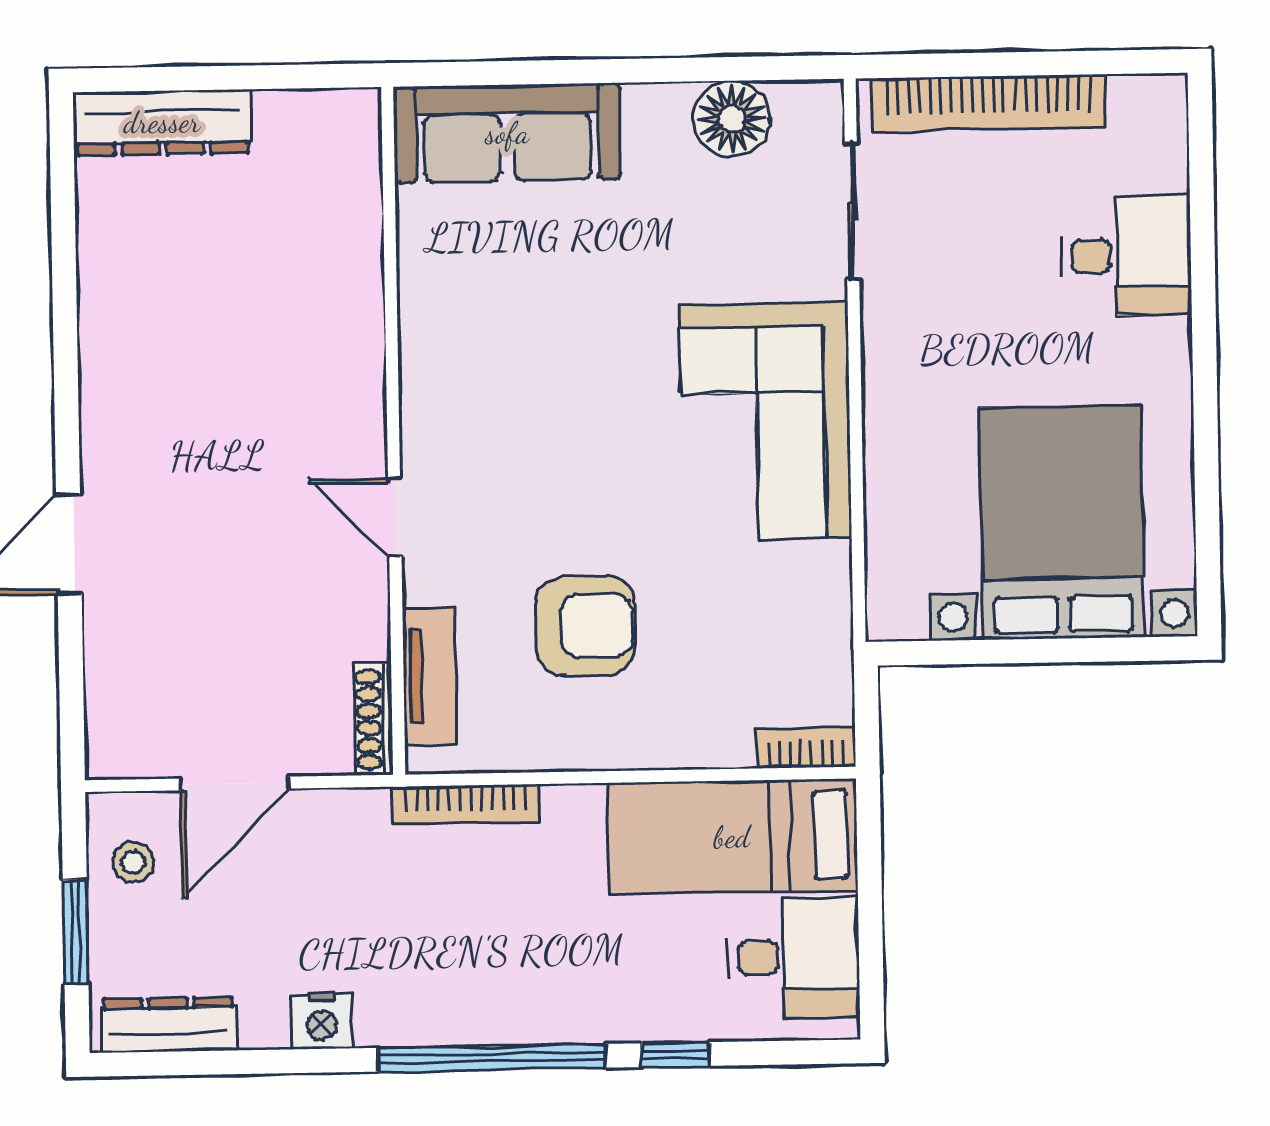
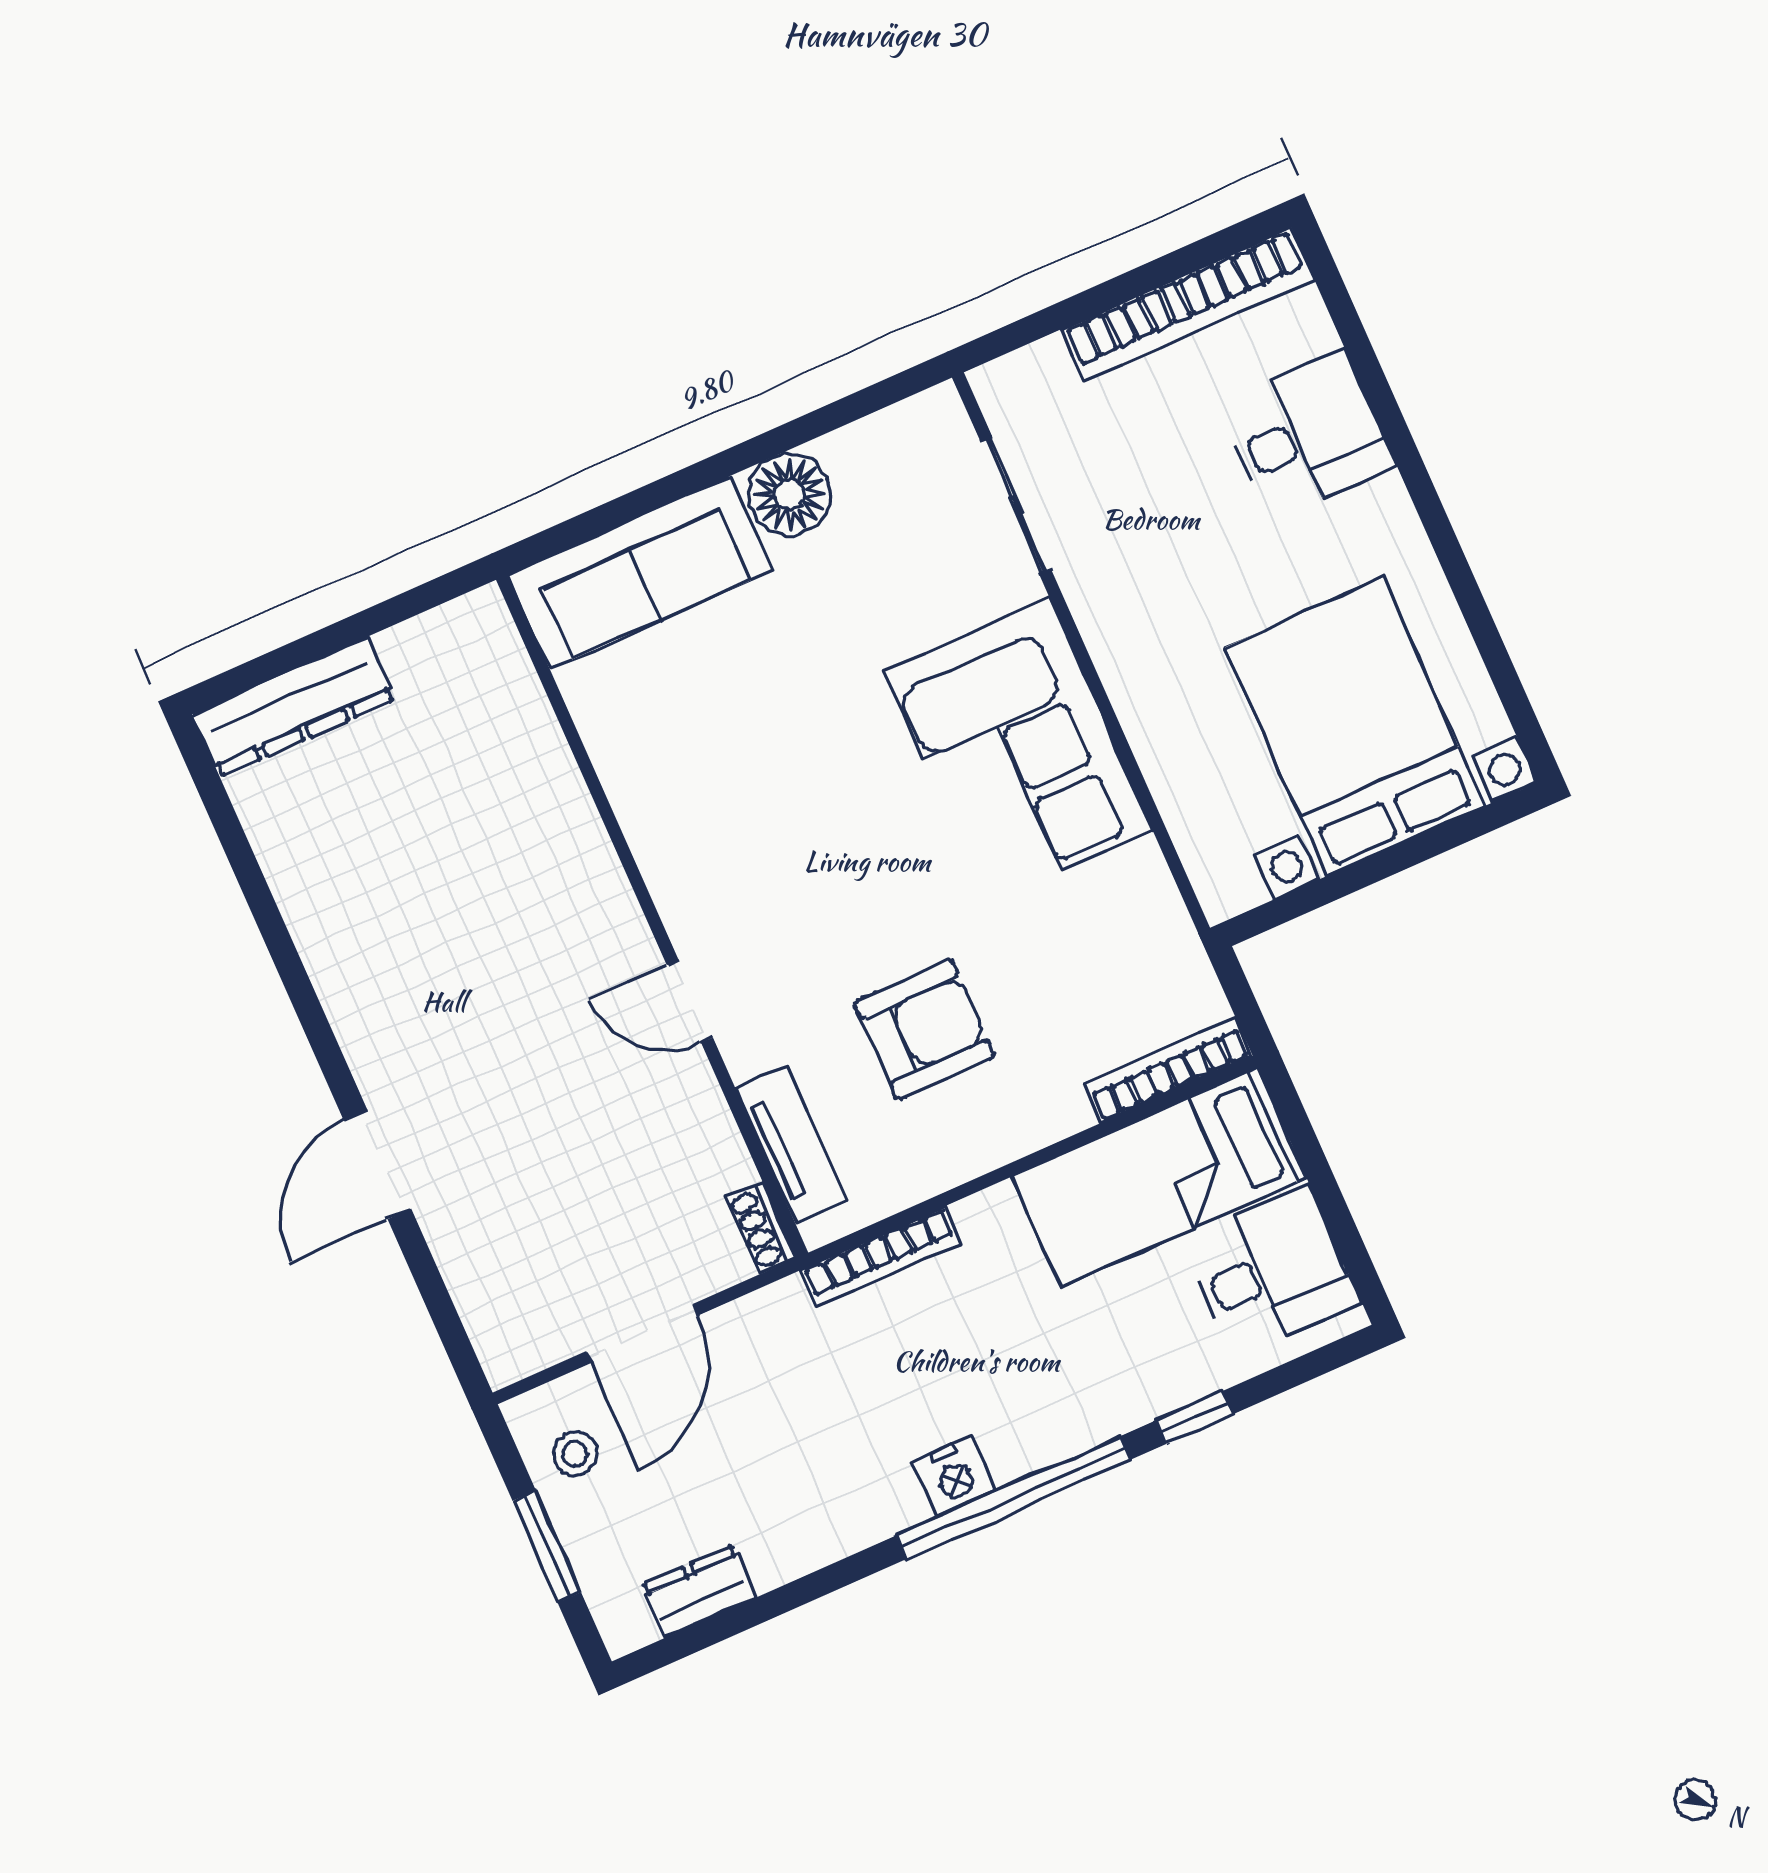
bookcase: (988, 103) -> (1188, 304), moved
floor lamp: (732, 119) -> (790, 494), moved
shoe rack: (373, 719) -> (761, 1228), width x0.70
bookcase: (806, 748) -> (1168, 1070), width x1.56
nightstand: (322, 1021) -> (954, 1477), moved
dresser: (168, 1025) -> (699, 1592), width x0.70

